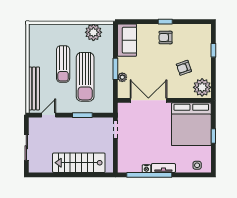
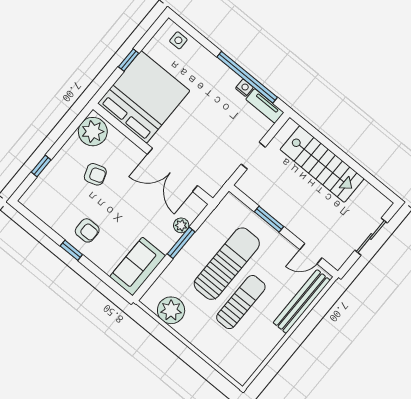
doorway: (115, 129) -> (253, 156), moved
tv unit: (163, 168) -> (265, 106), moved

